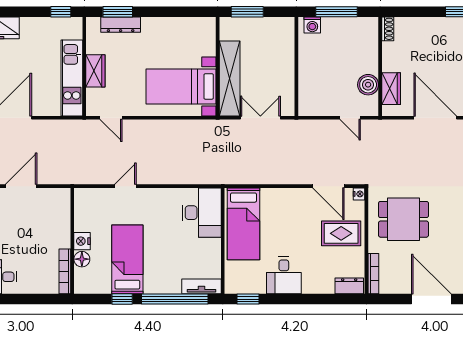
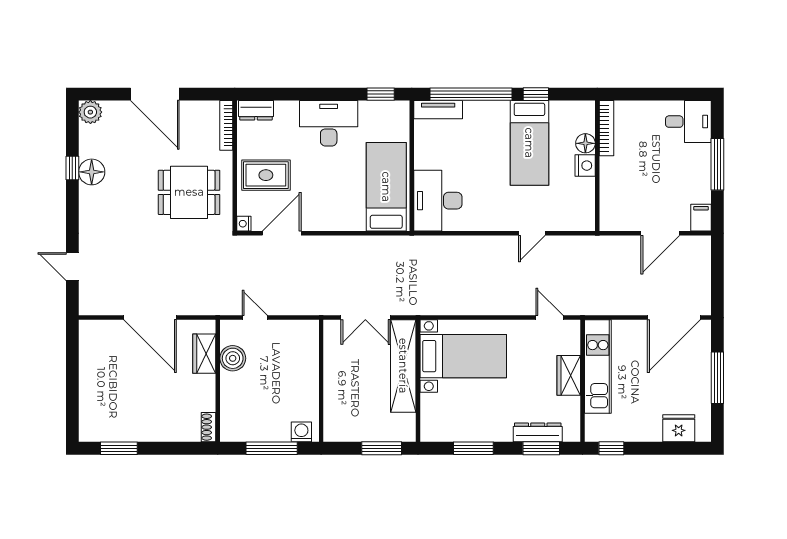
window: (173, 12) -> (473, 448), added
door: (328, 186) -> (282, 233), hinge flipped
desk: (284, 275) -> (329, 123), width x1.37

